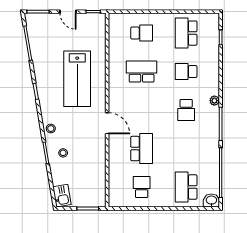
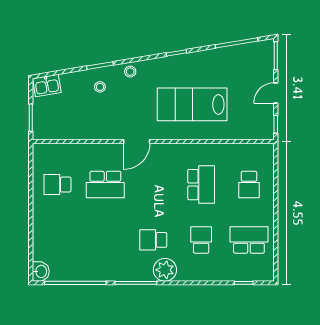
plant: (214, 101) -> (165, 270), width x1.88, depth x1.88
school desk: (142, 187) -> (57, 185), turned 180
school desk: (186, 187) -> (57, 240), removed

